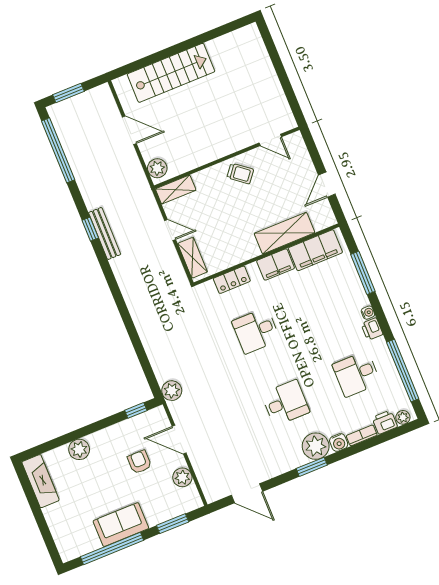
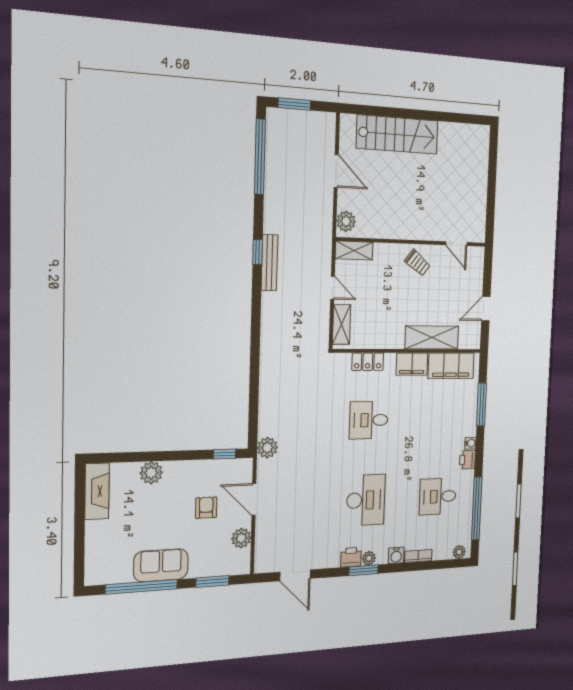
desk: (285, 403) -> (366, 500), width x1.37
printer: (385, 422) -> (351, 557), moved
plant: (316, 446) -> (369, 558), width x0.53, depth x0.53

